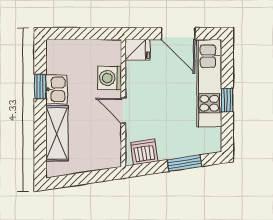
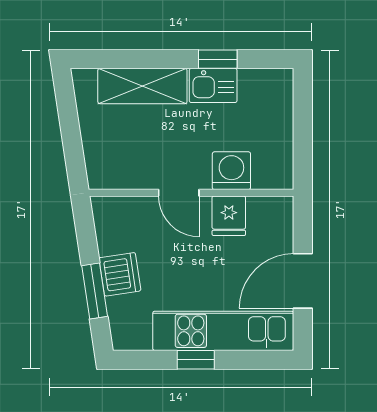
fridge: (138, 50) -> (229, 216), moved
door: (123, 111) -> (179, 193), swing flipped
dishwasher: (144, 152) -> (120, 274), moved

